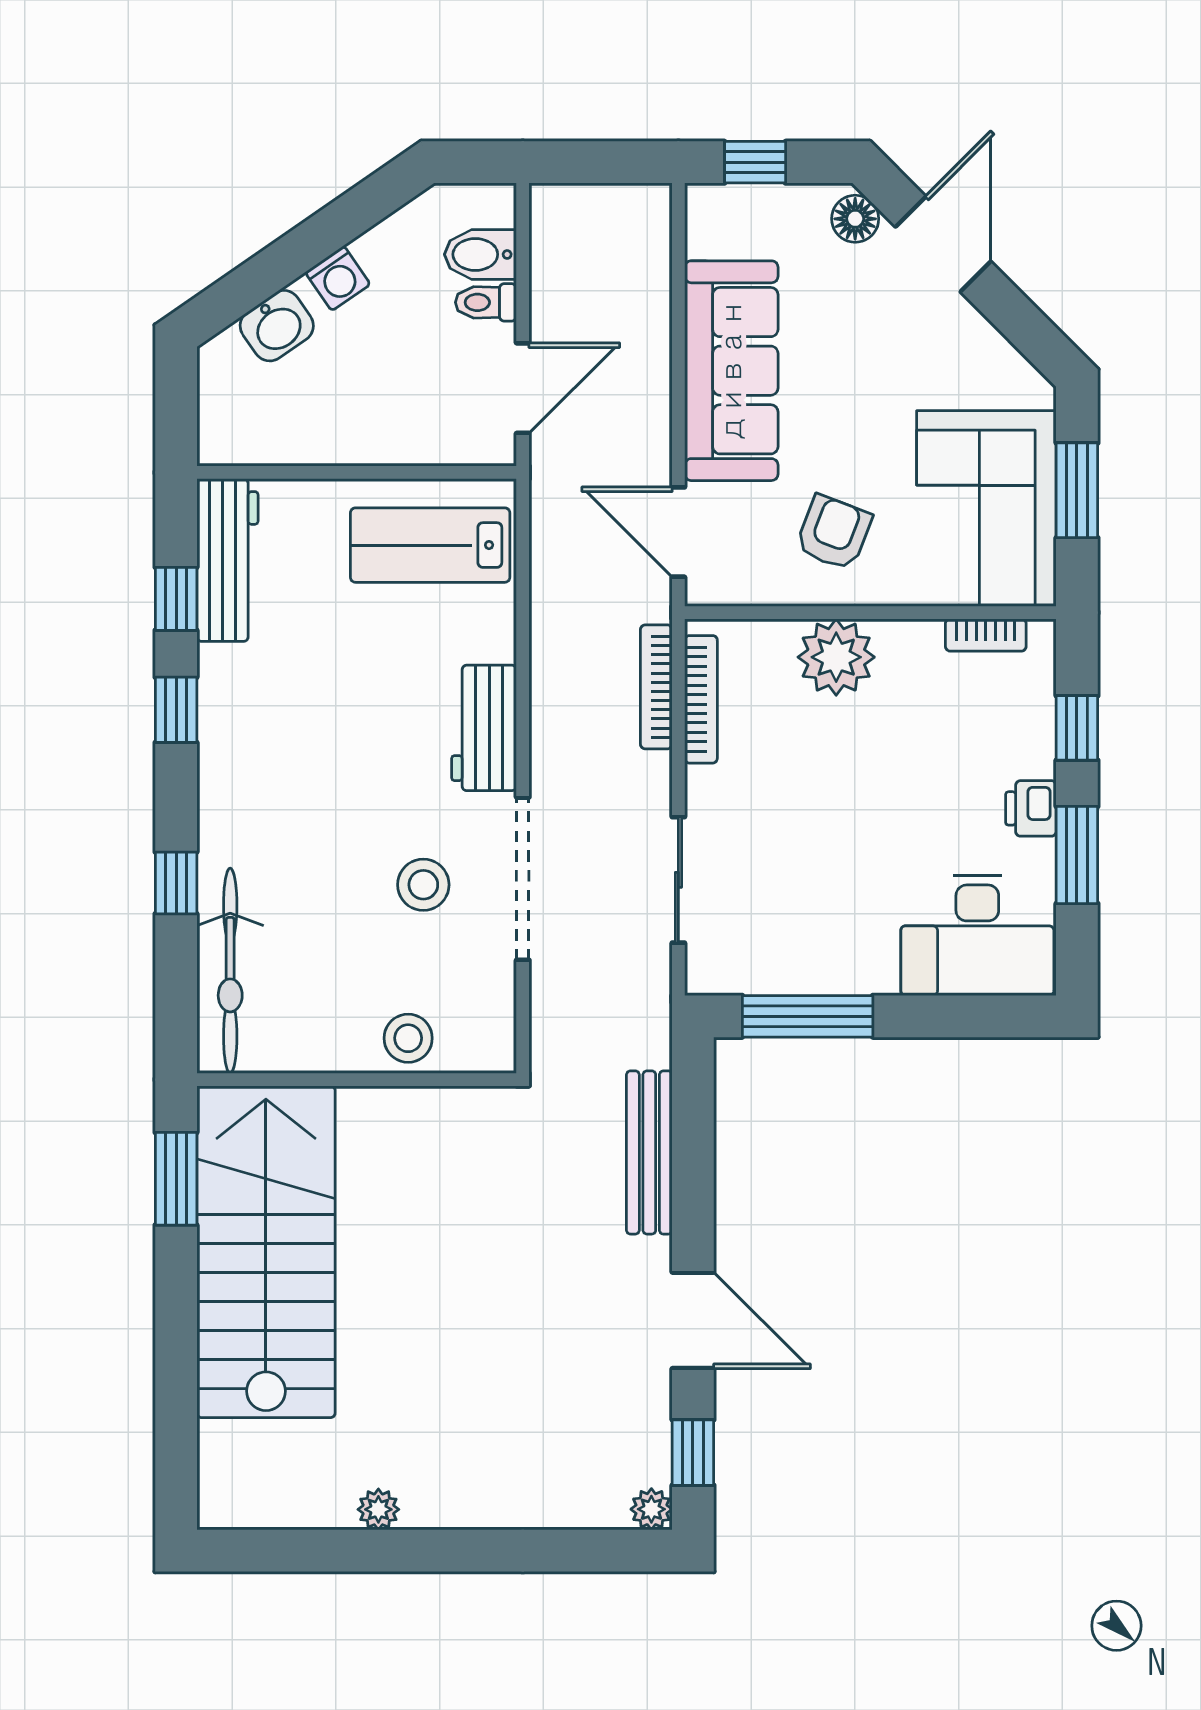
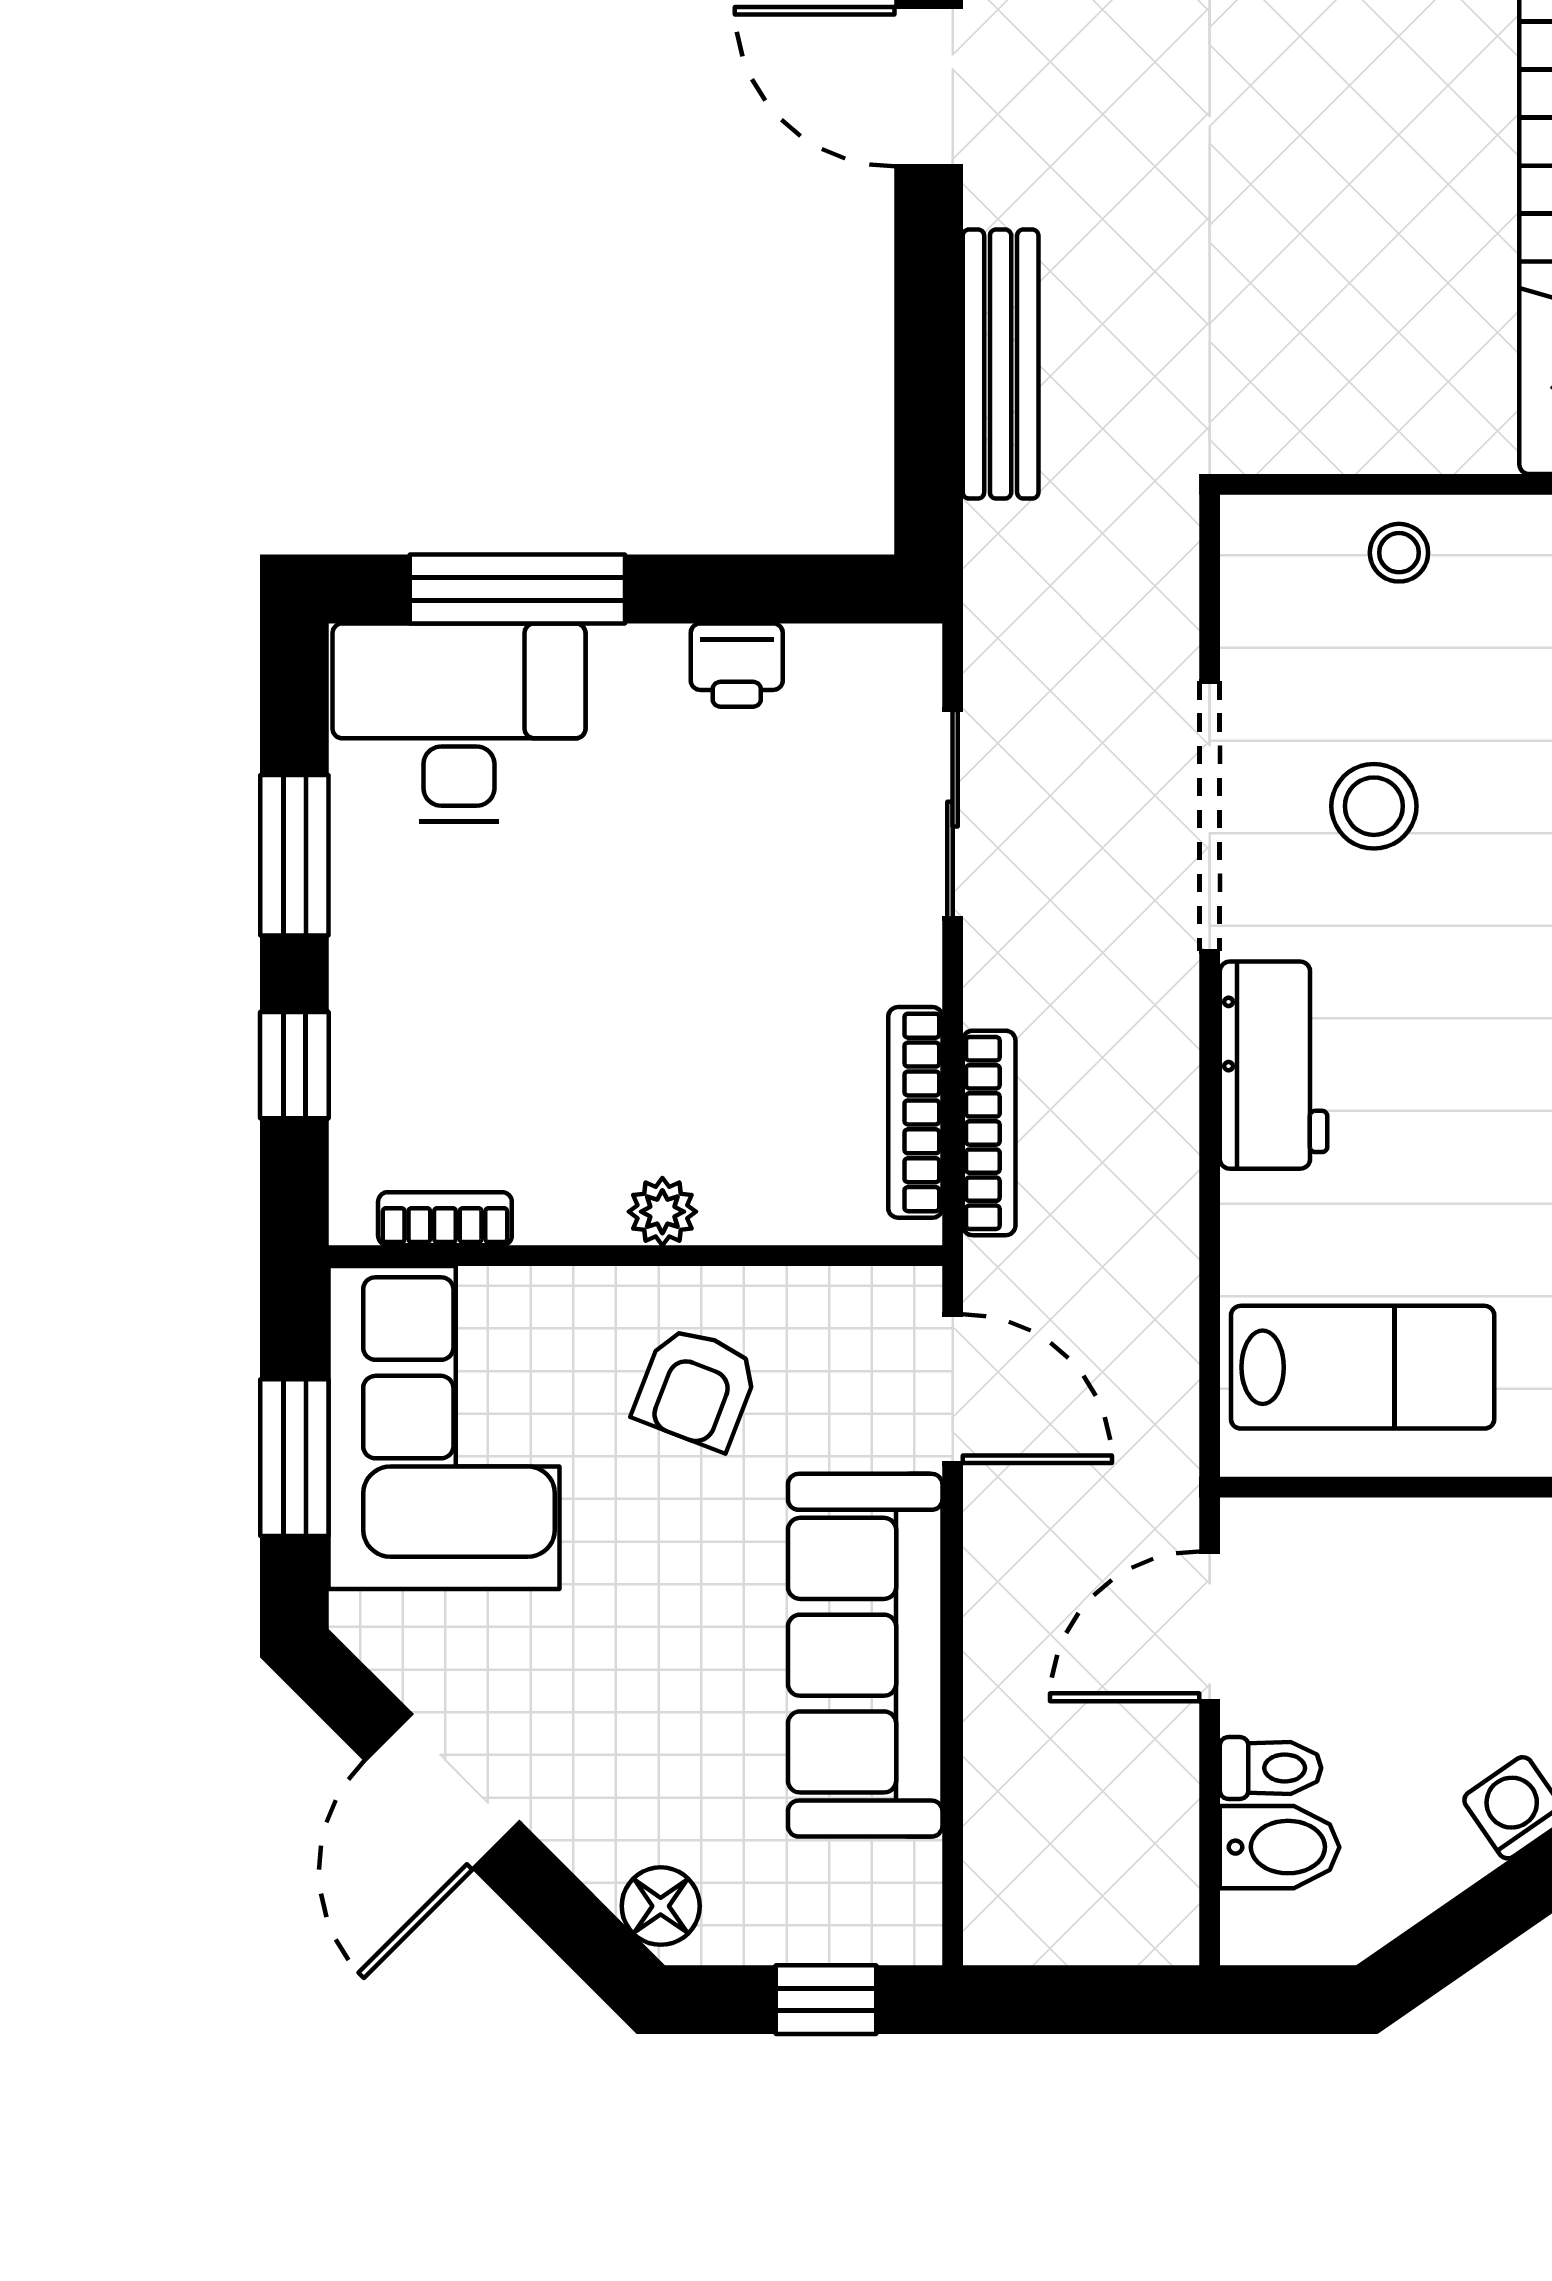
door: (943, 244) -> (442, 1791), moved
plant: (836, 657) -> (662, 1212), width x0.53, depth x0.53
printer: (1031, 808) -> (737, 665), moved, turned 90
window: (808, 1016) -> (517, 589), moved
stool: (408, 1038) -> (1399, 553), width x0.73, depth x0.73

